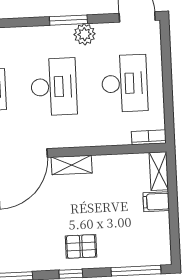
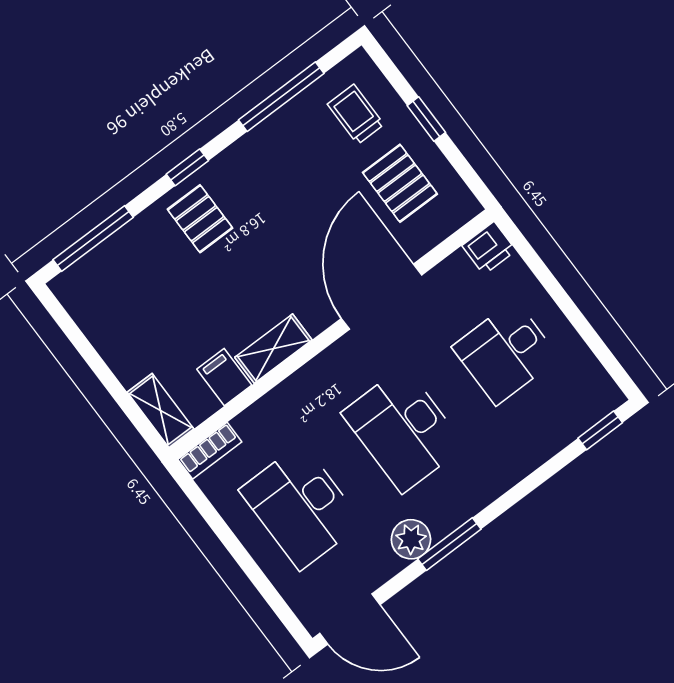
shelving: (72, 165) -> (273, 349), moved
filing cabinet: (156, 202) -> (224, 377), moved, turned -90
pallet: (81, 246) -> (200, 219), turned 90

